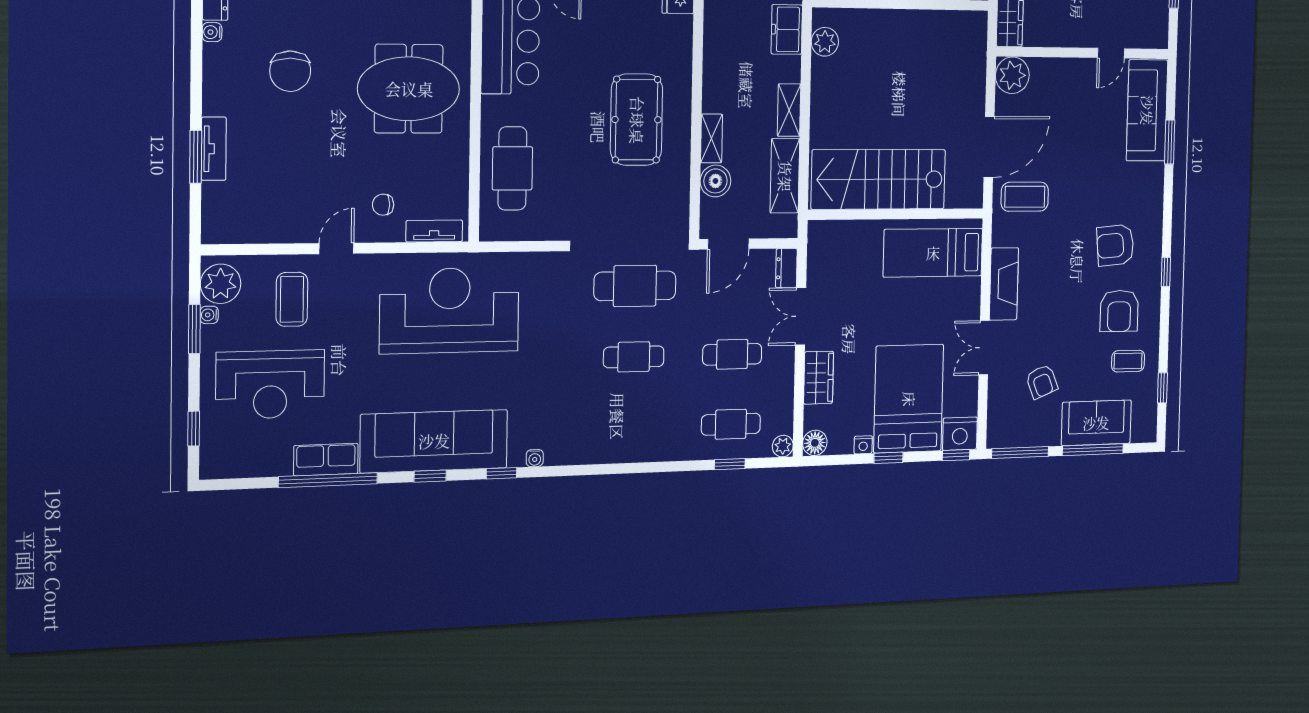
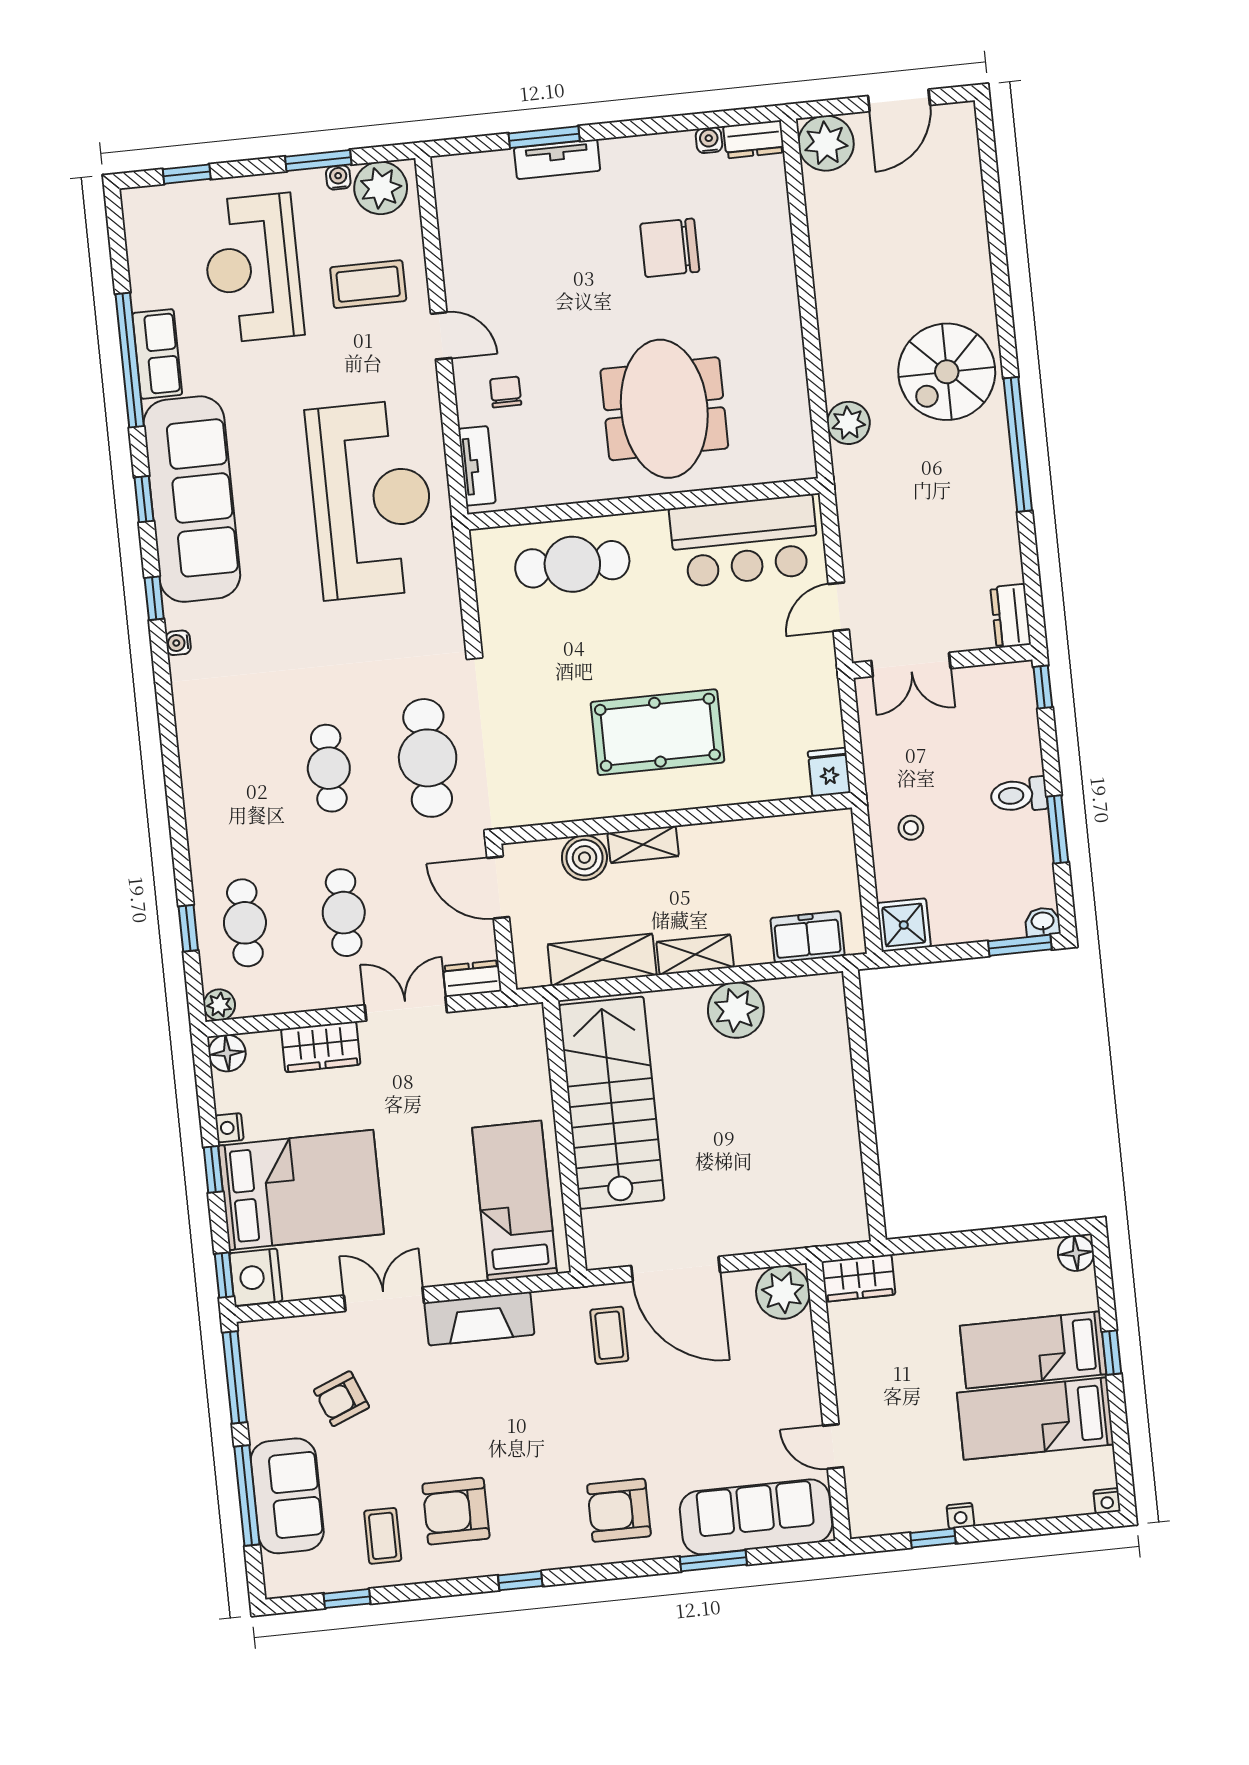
plant: (825, 42) -> (736, 1010), moved, width x1.36, depth x1.36
coffee table: (1025, 197) -> (609, 1335), width x0.73, depth x0.77
armchair: (1115, 245) -> (619, 1510), moved, turned -85

